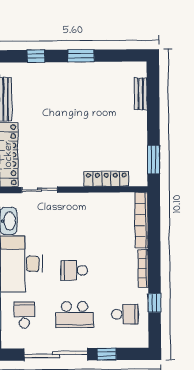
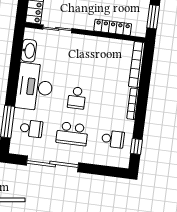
school desk: (74, 270) -> (77, 98), turned -90
window: (155, 303) -> (136, 147), moved
school desk: (24, 315) -> (31, 129), turned 90
window: (107, 354) -> (94, 169), removed

